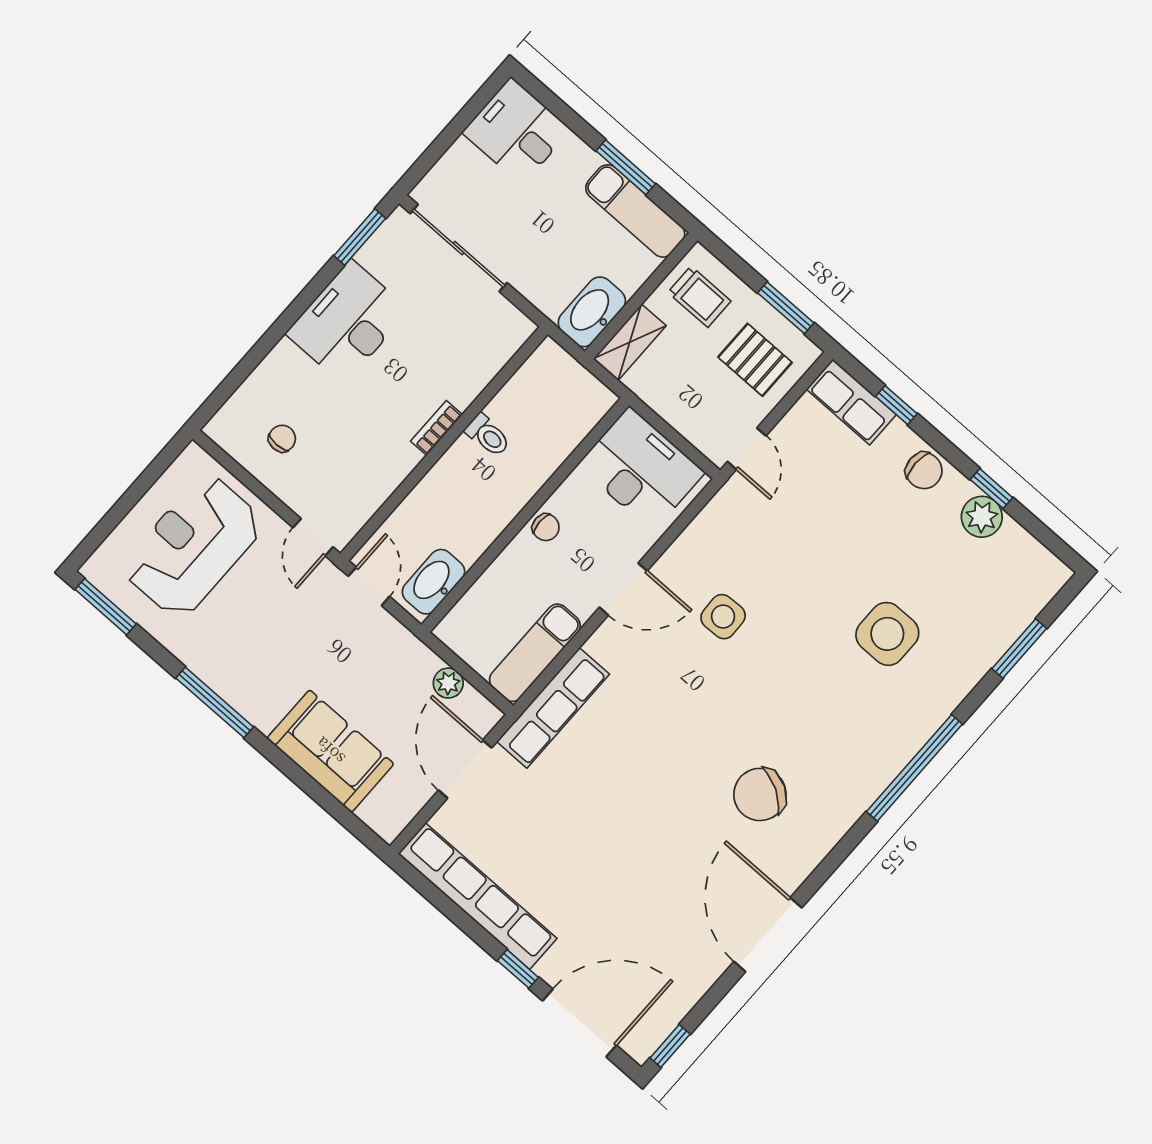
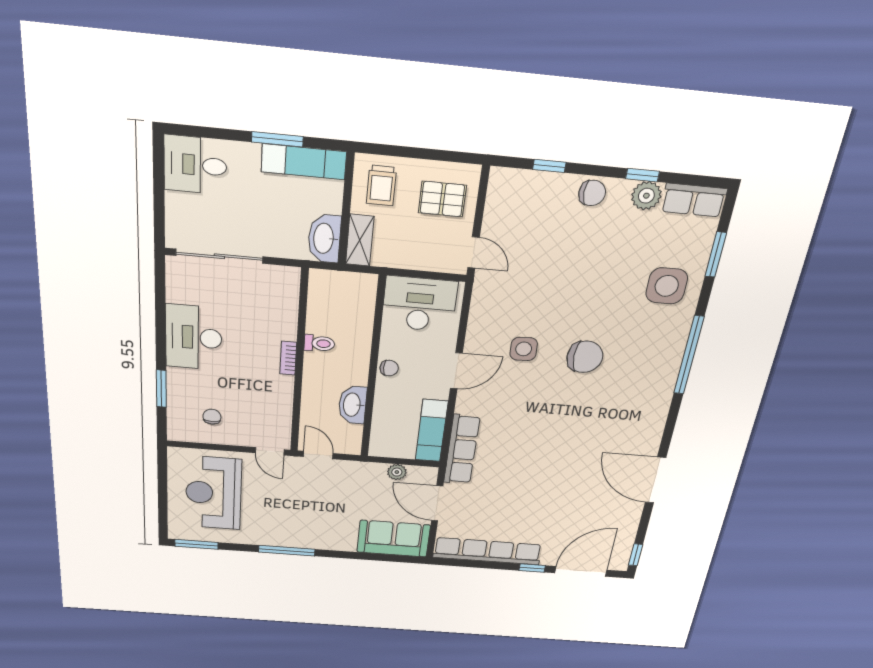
window: (360, 237) -> (161, 389), moved
trolley: (699, 297) -> (381, 186), turned 90
window: (786, 308) -> (439, 155), removed
row of seats: (851, 402) -> (694, 200), moved
washbasin: (434, 582) -> (353, 405), moved
side table: (887, 634) -> (667, 286), moved
sofa: (330, 751) -> (394, 539), moved
chair: (760, 794) -> (585, 357), moved, turned -120

